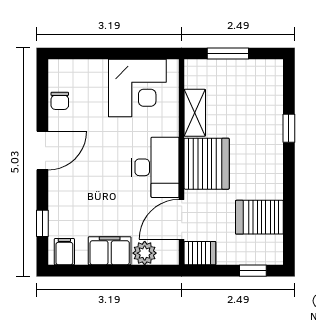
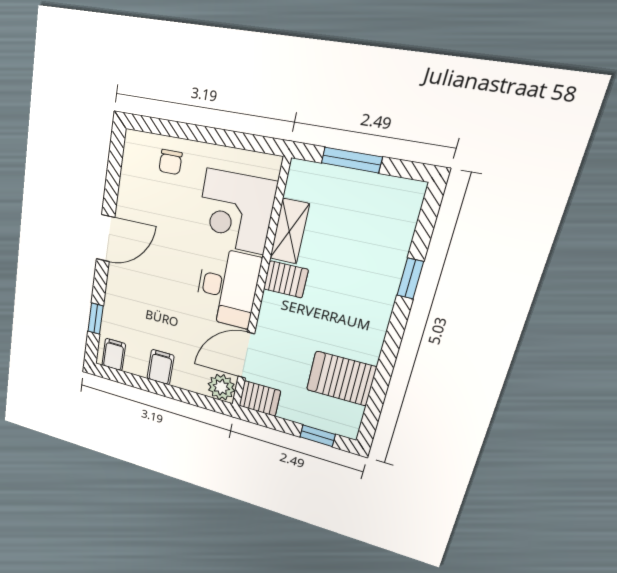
corner desk: (137, 88) -> (235, 212), moved, turned 90
chair: (60, 101) -> (170, 162), moved
server rack: (207, 164) -> (286, 279), width x0.46, depth x0.70
filing cabinet: (110, 251) -> (161, 367), width x0.50
plant: (145, 253) -> (221, 387), moved

